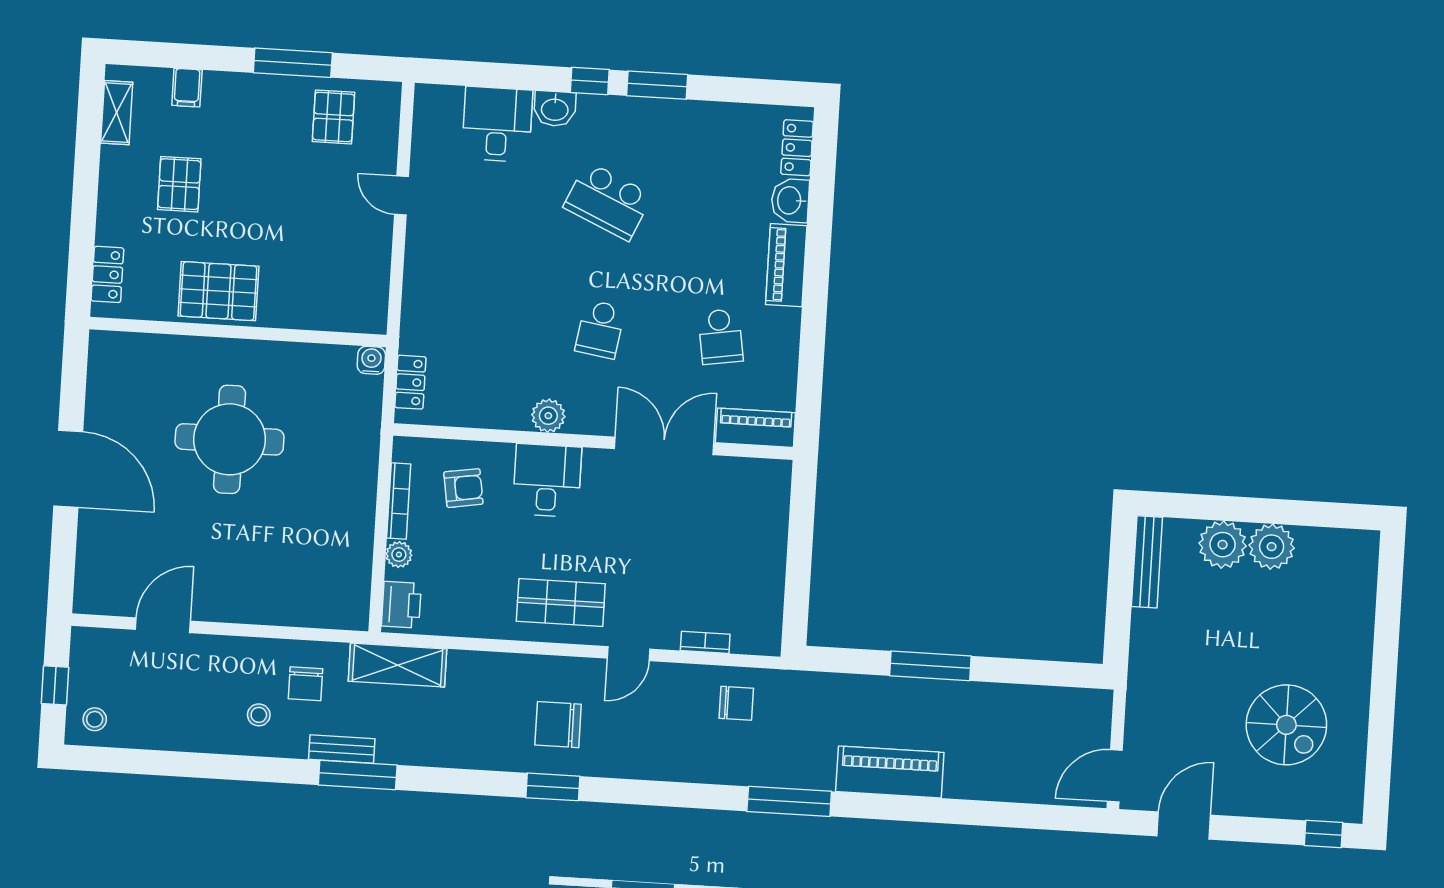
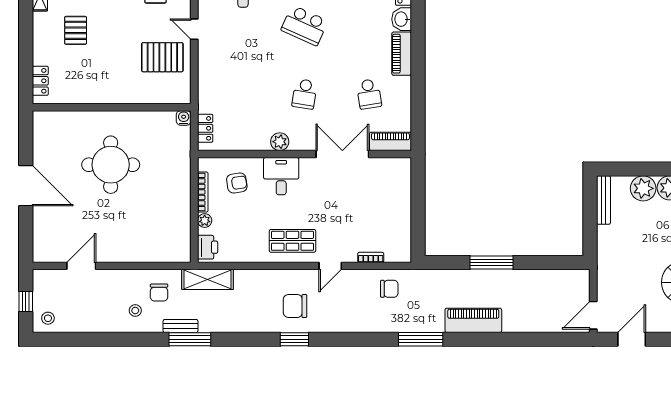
pallet: (218, 291) -> (162, 57), moved

